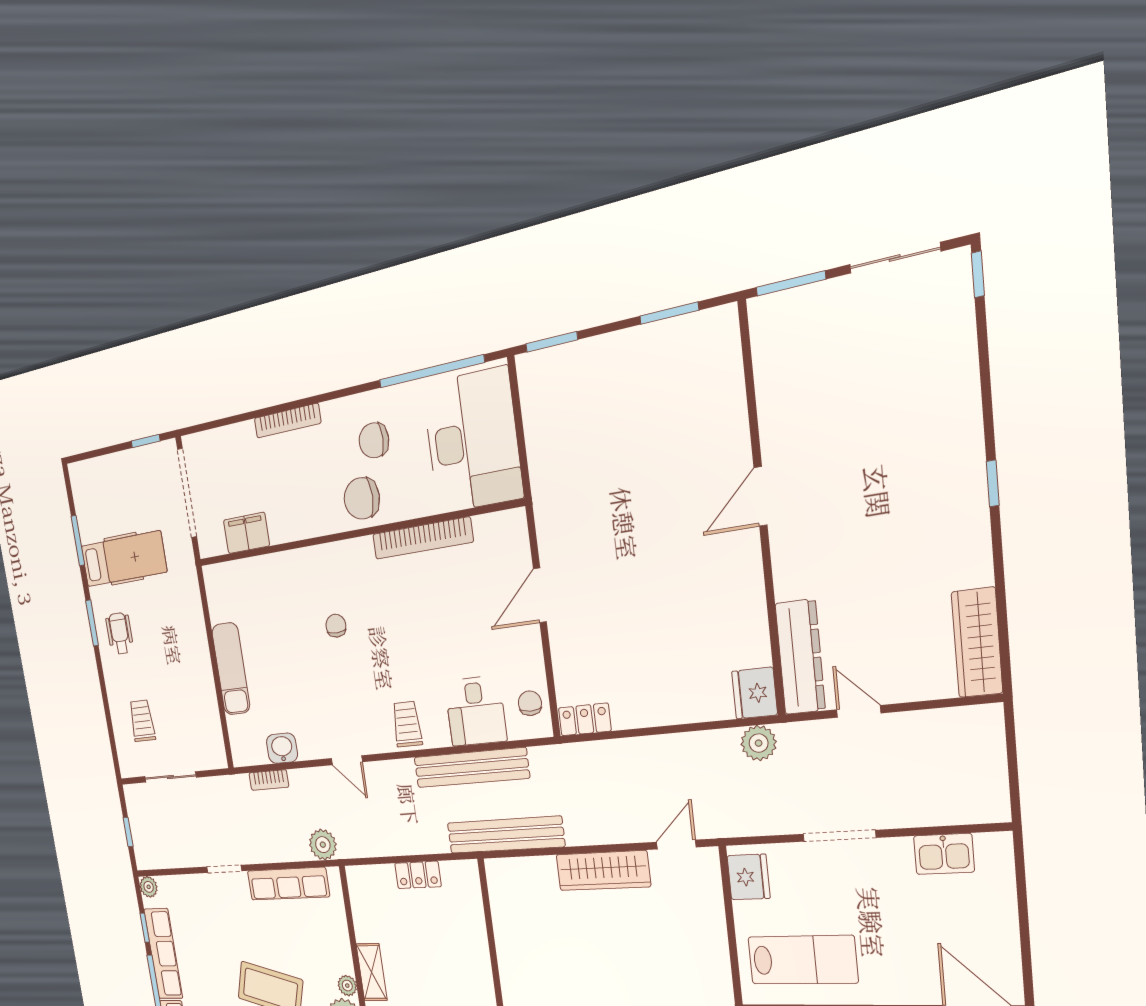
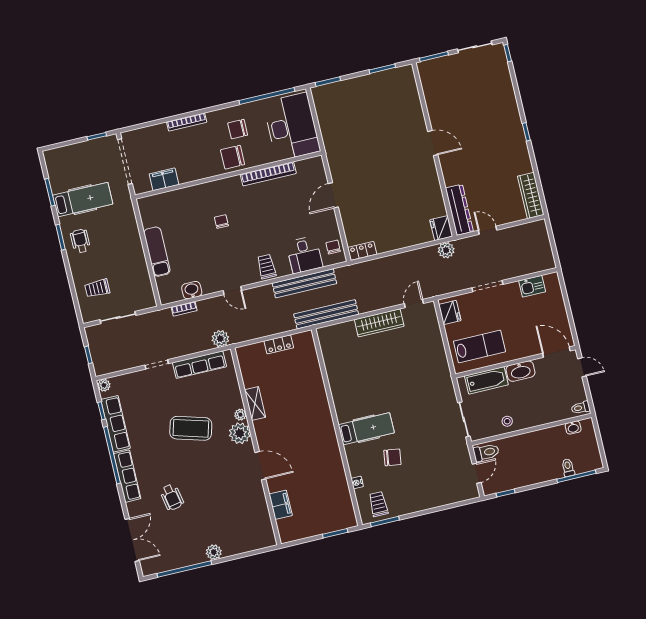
door: (761, 496) -> (433, 143), swing flipped
trolley: (142, 721) -> (97, 288), turned -90

